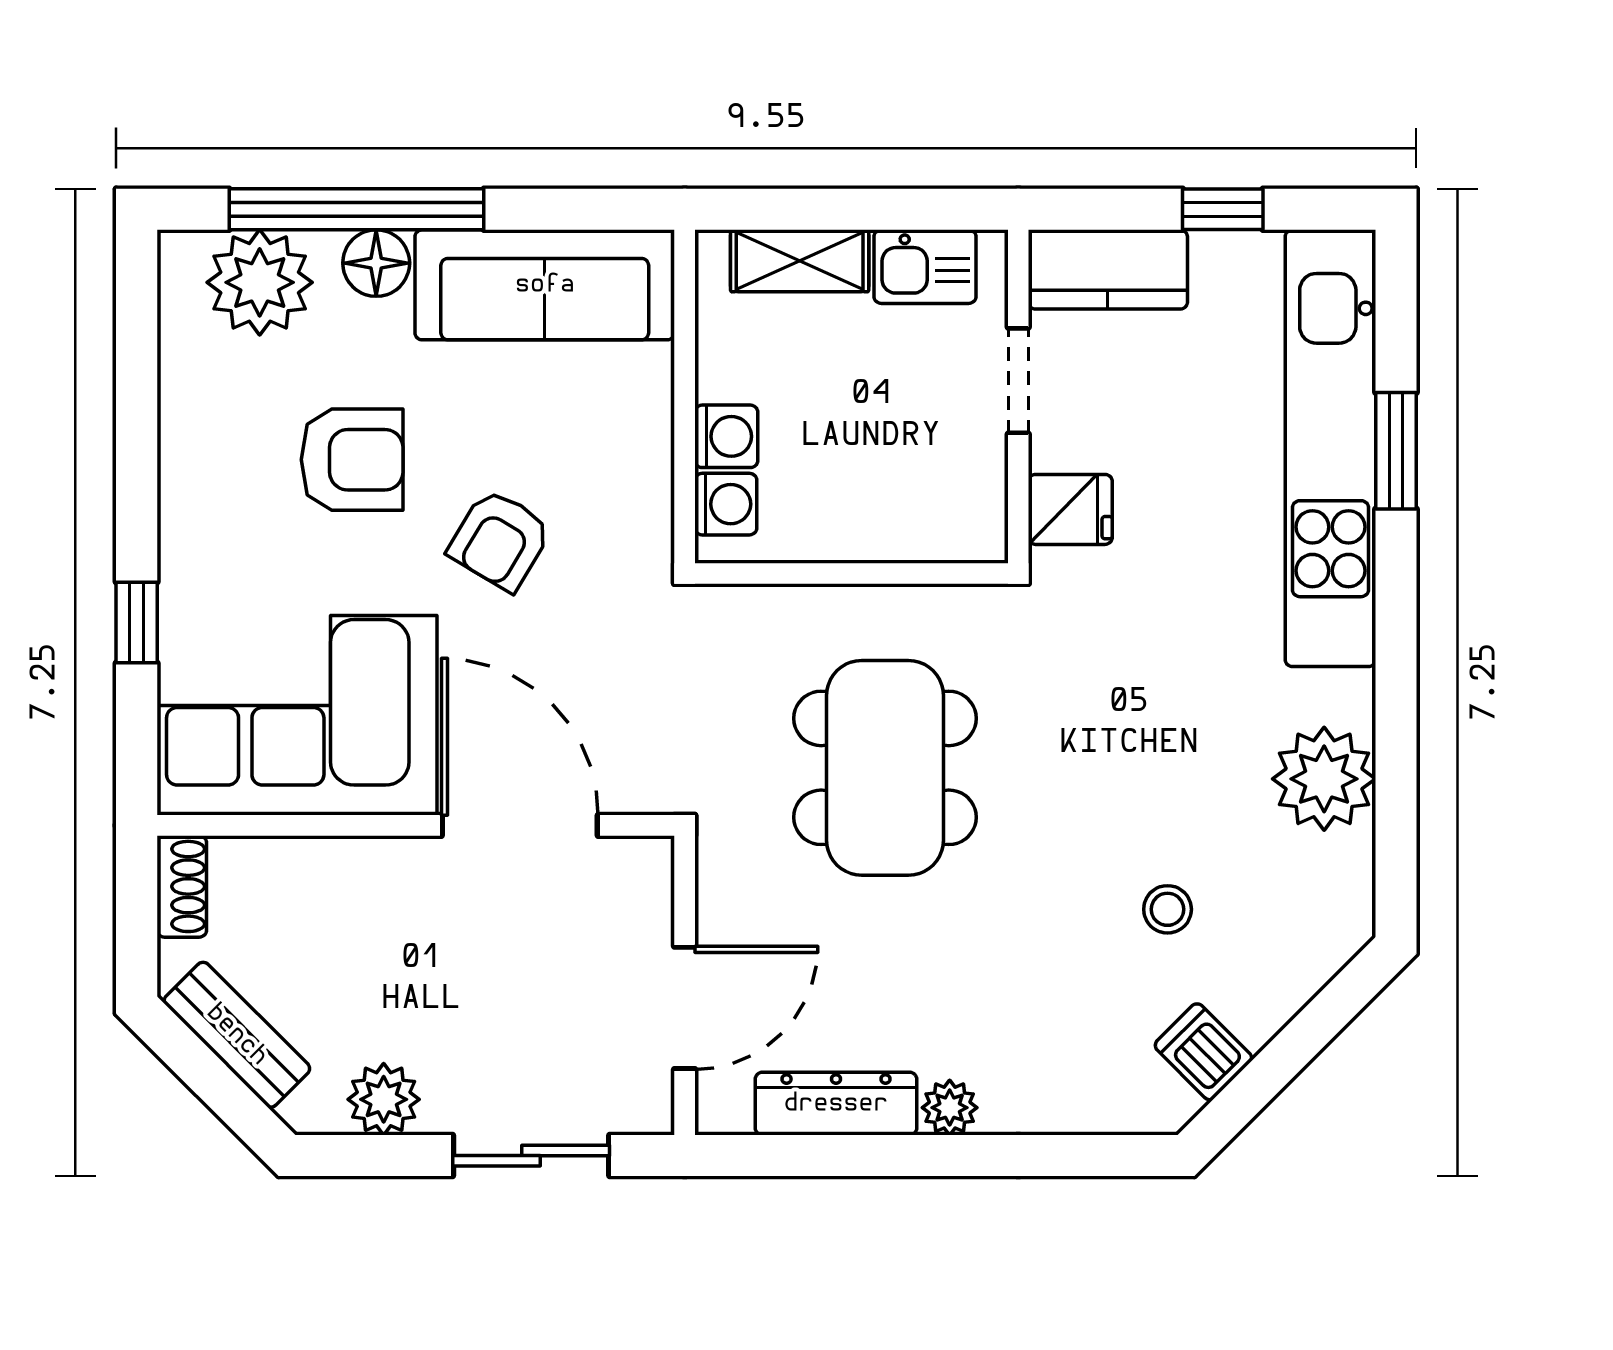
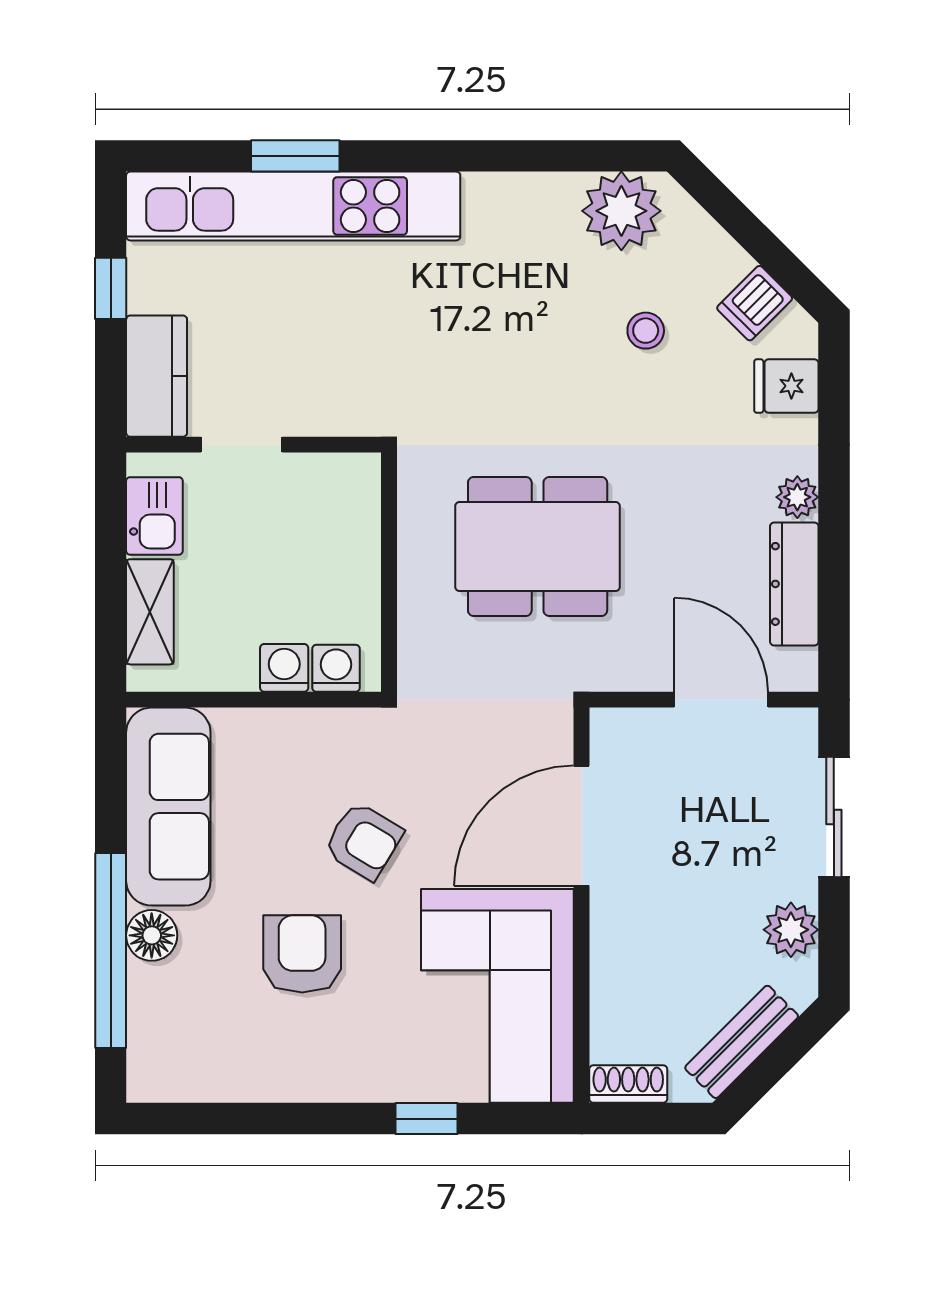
plant: (260, 282) -> (167, 1025), removed
fridge: (1070, 509) -> (786, 386), moved, turned -90
plant: (1324, 779) -> (621, 211), moved

